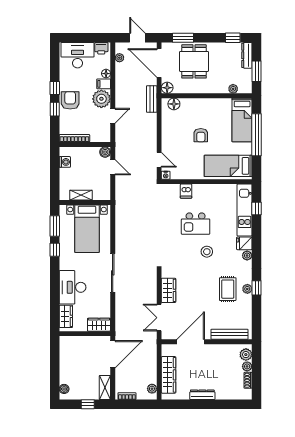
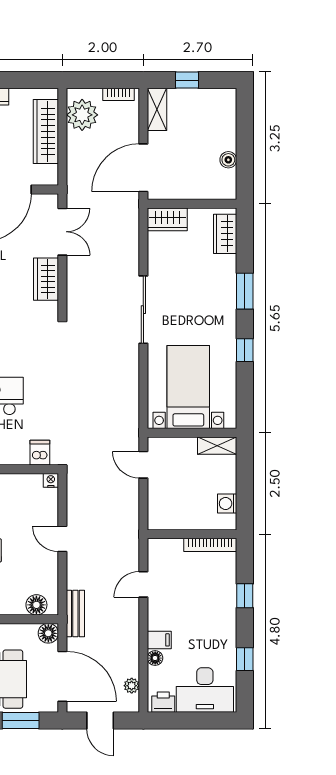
window: (55, 88) -> (245, 659), moved
plant: (101, 99) -> (163, 614), removed
armchair: (70, 100) -> (218, 611), removed
boiler: (105, 152) -> (157, 521), removed
door: (159, 160) -> (62, 539), moved
door: (113, 167) -> (143, 465), moved
dishwasher: (186, 191) -> (40, 453), moved
shelving: (81, 195) -> (217, 446), moved
window: (55, 226) -> (245, 291), moved
desk: (73, 287) -> (214, 285), removed
boiler: (64, 389) -> (228, 160), moved
plant: (152, 389) -> (82, 115), width x1.88, depth x1.88

